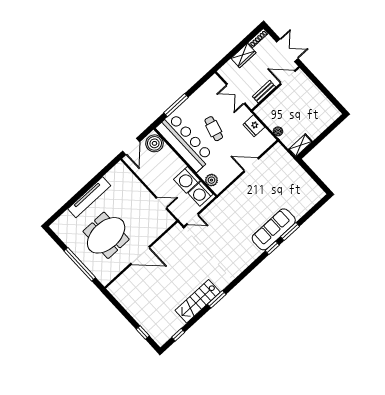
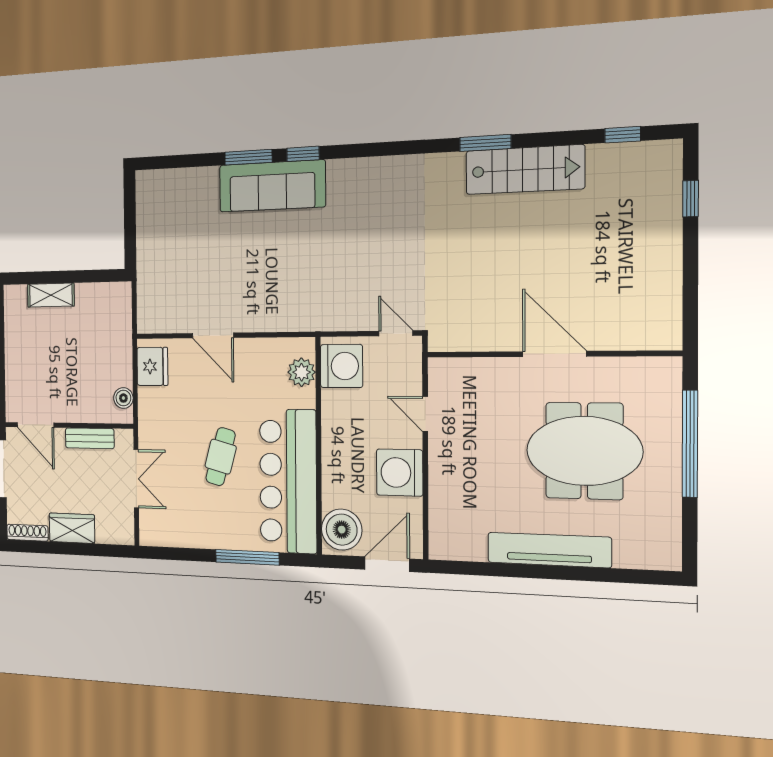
fridge: (254, 126) -> (152, 366), moved
boiler: (278, 131) -> (123, 398), moved
shelving: (300, 145) -> (51, 295), moved
washing machine: (187, 180) -> (400, 473), moved, turned 180

